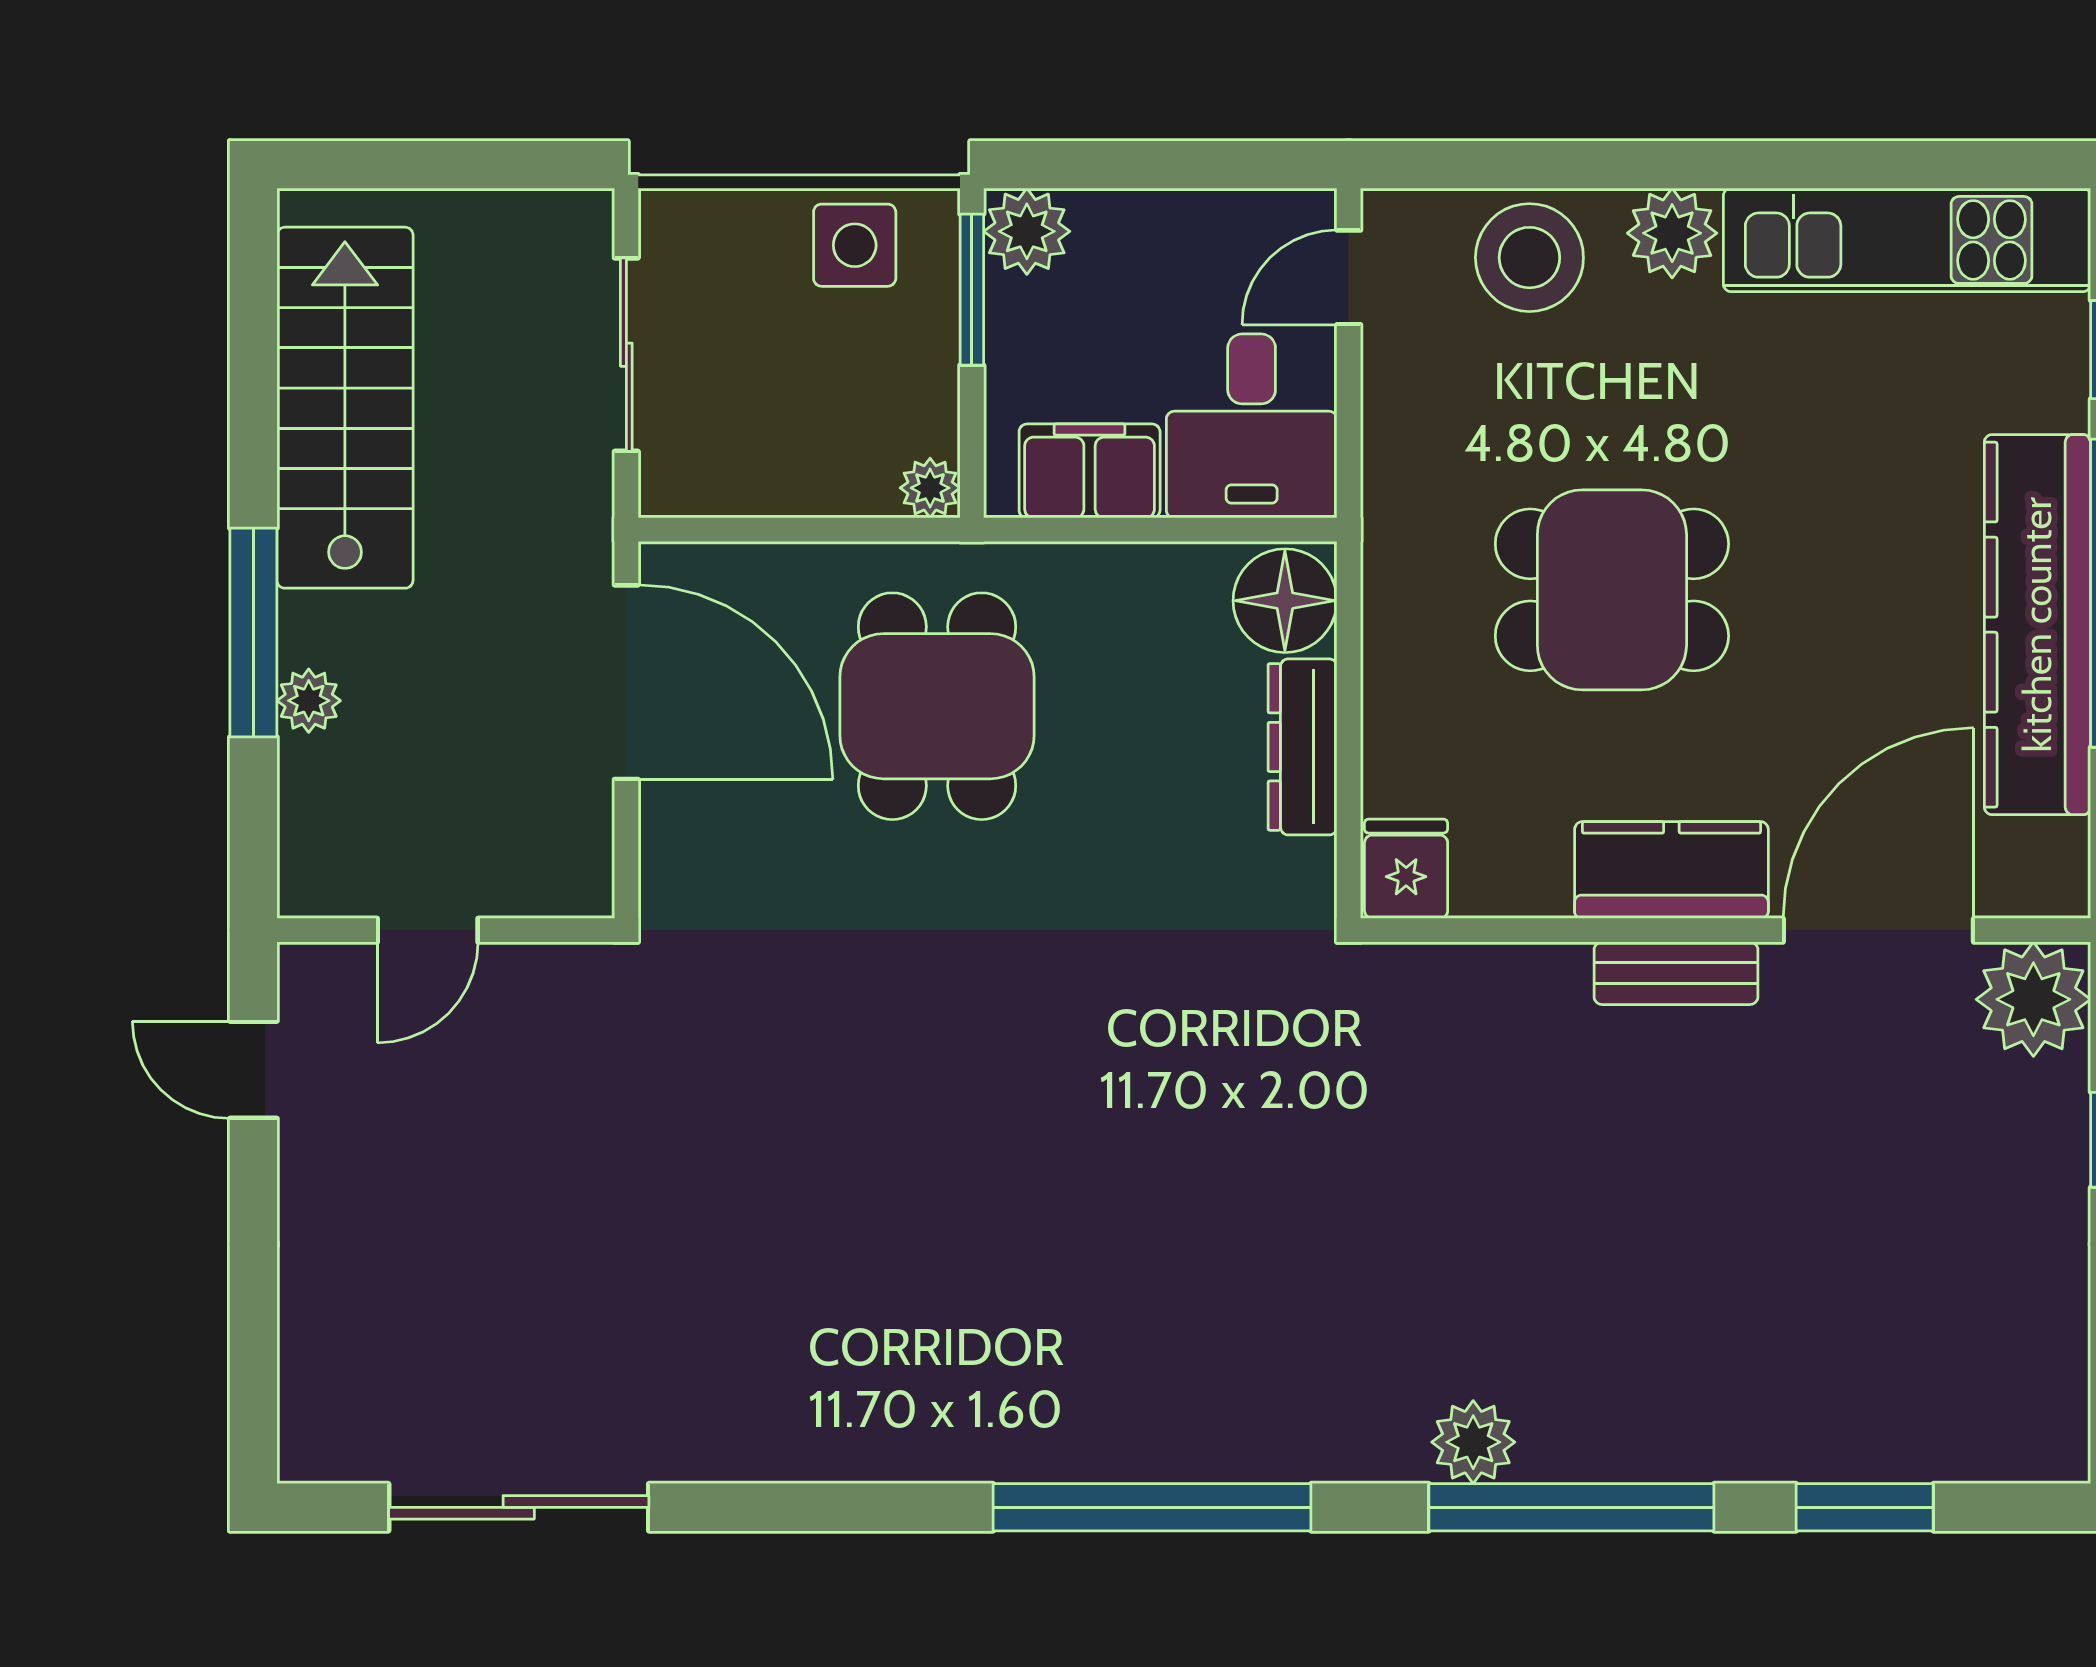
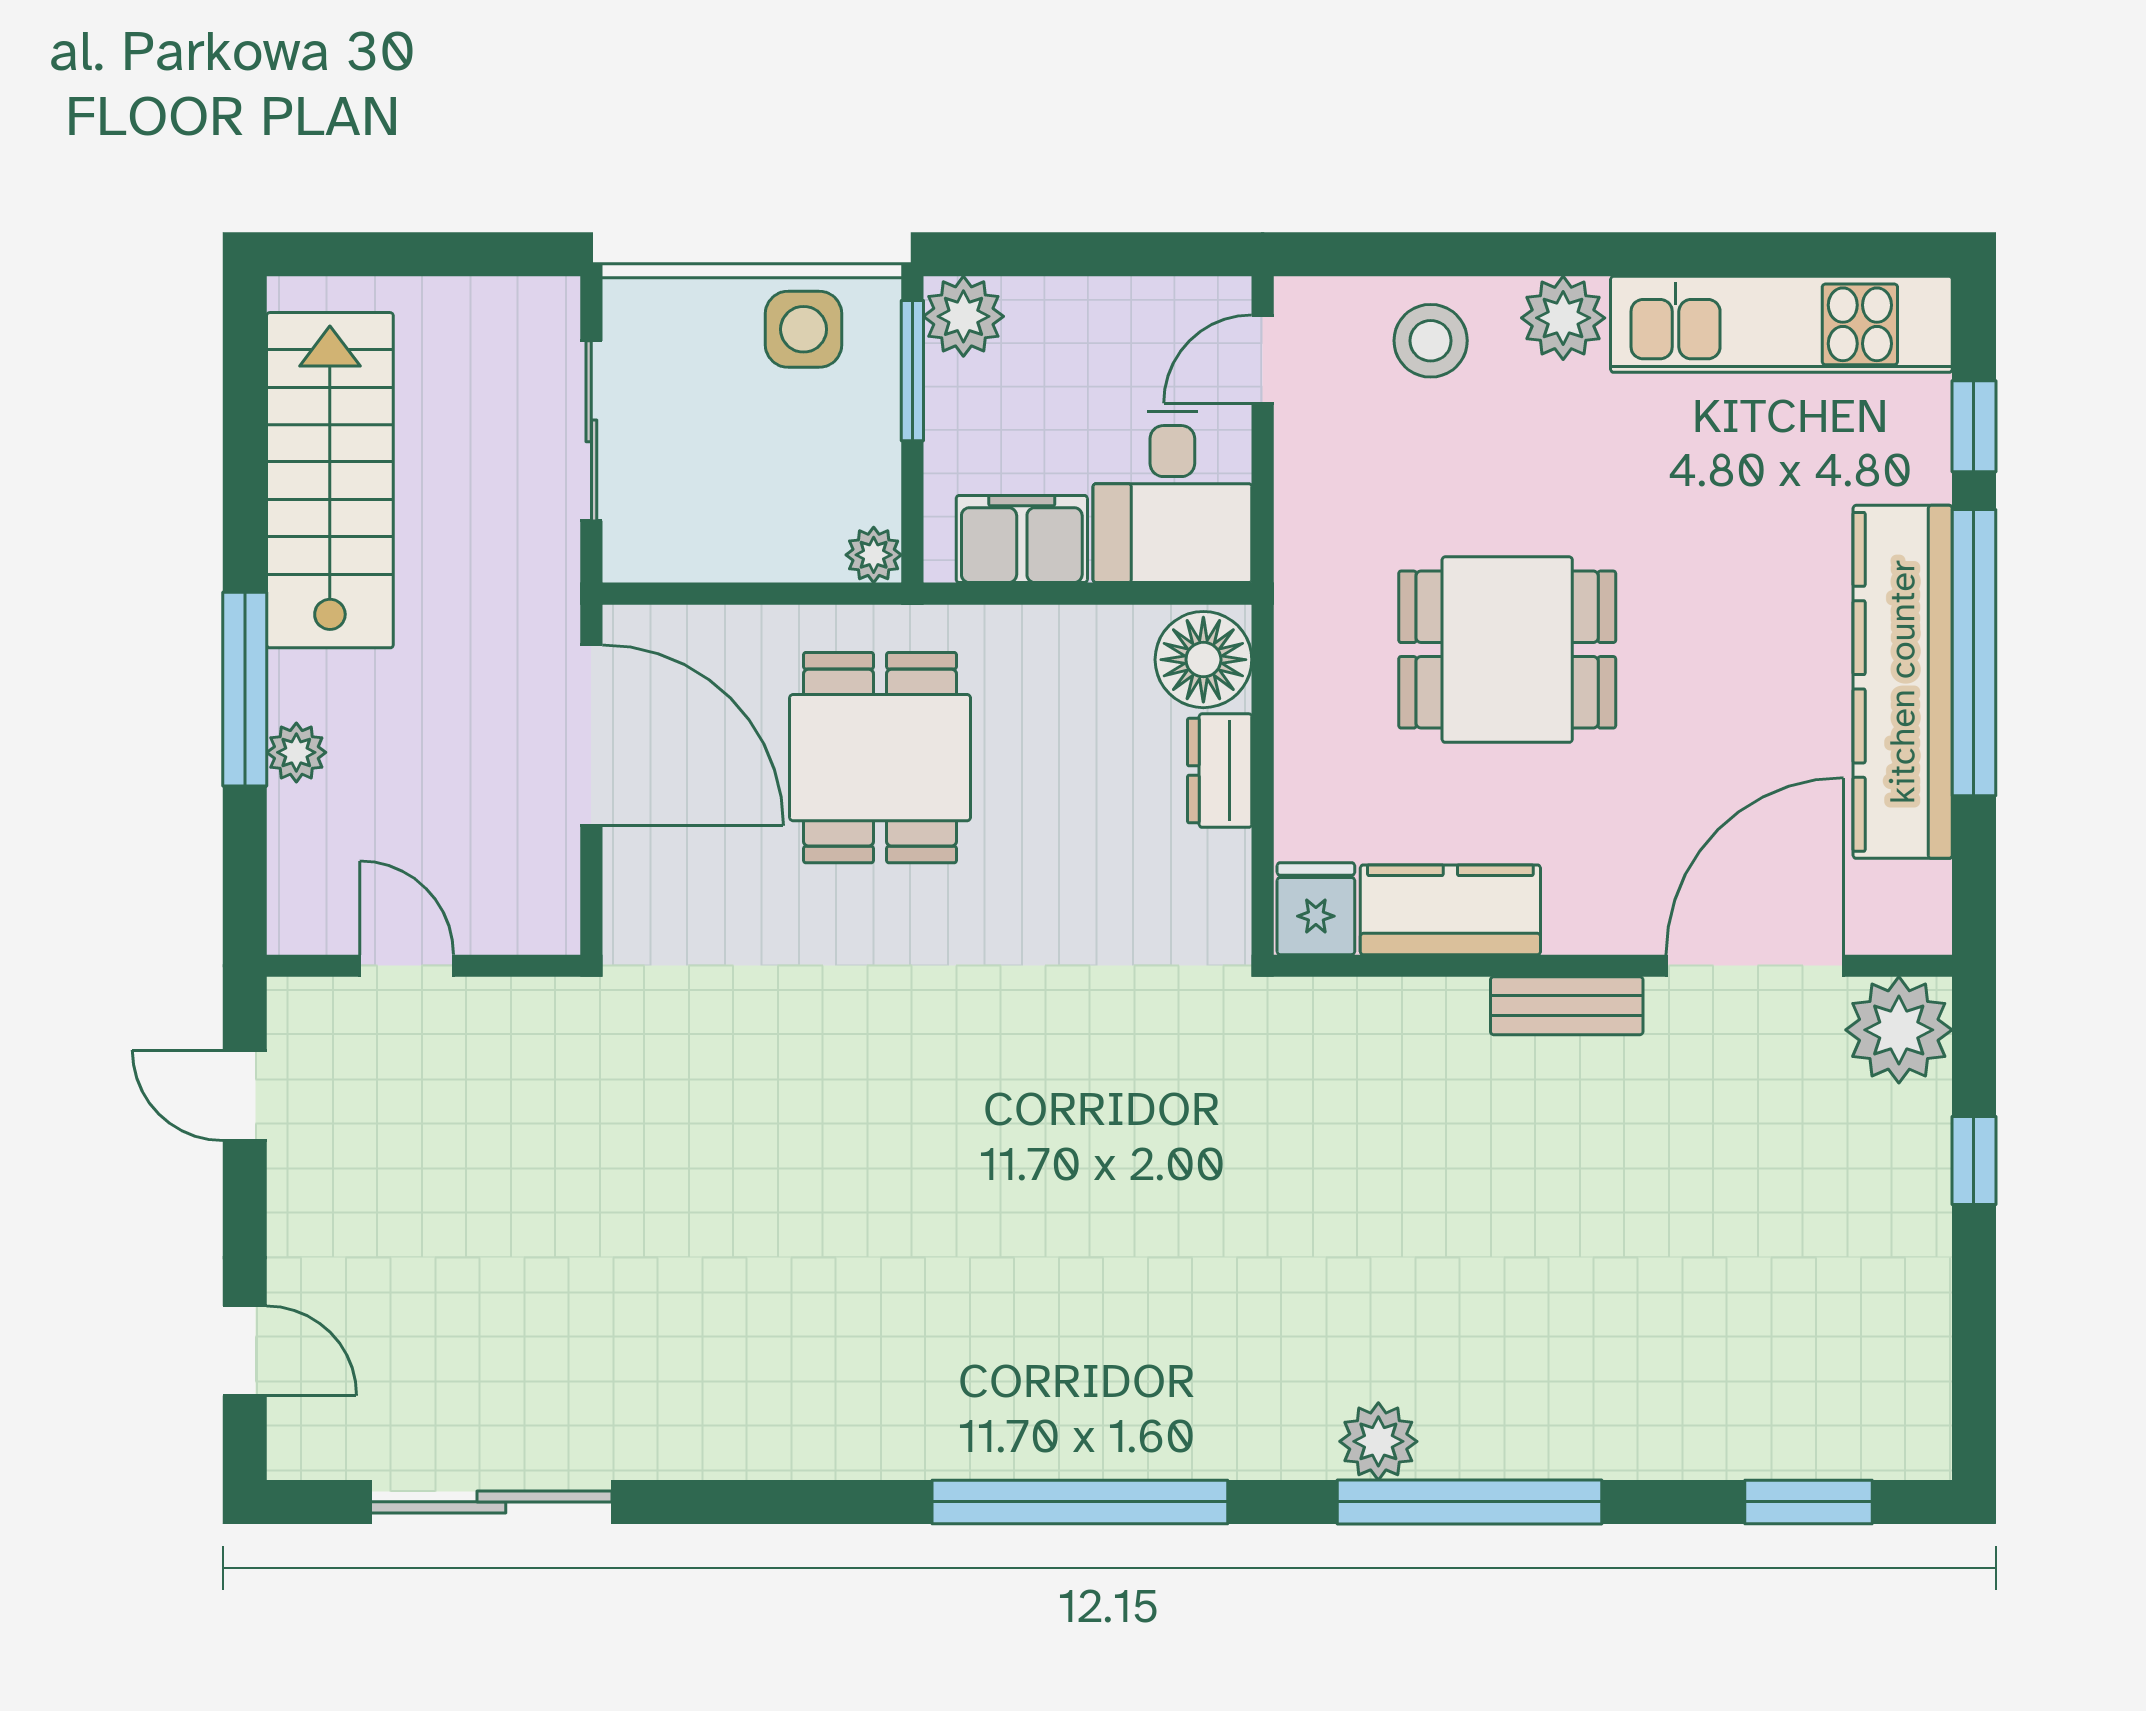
stool: (1529, 258) -> (1431, 341), width x0.73, depth x0.73
dresser: (1302, 747) -> (1220, 771), width x0.70
kitchen counter: (1671, 870) -> (1450, 910), moved
door: (428, 930) -> (407, 966), swing flipped
door: (253, 1345) -> (245, 1351), added
window: (1865, 1507) -> (1809, 1502), moved

